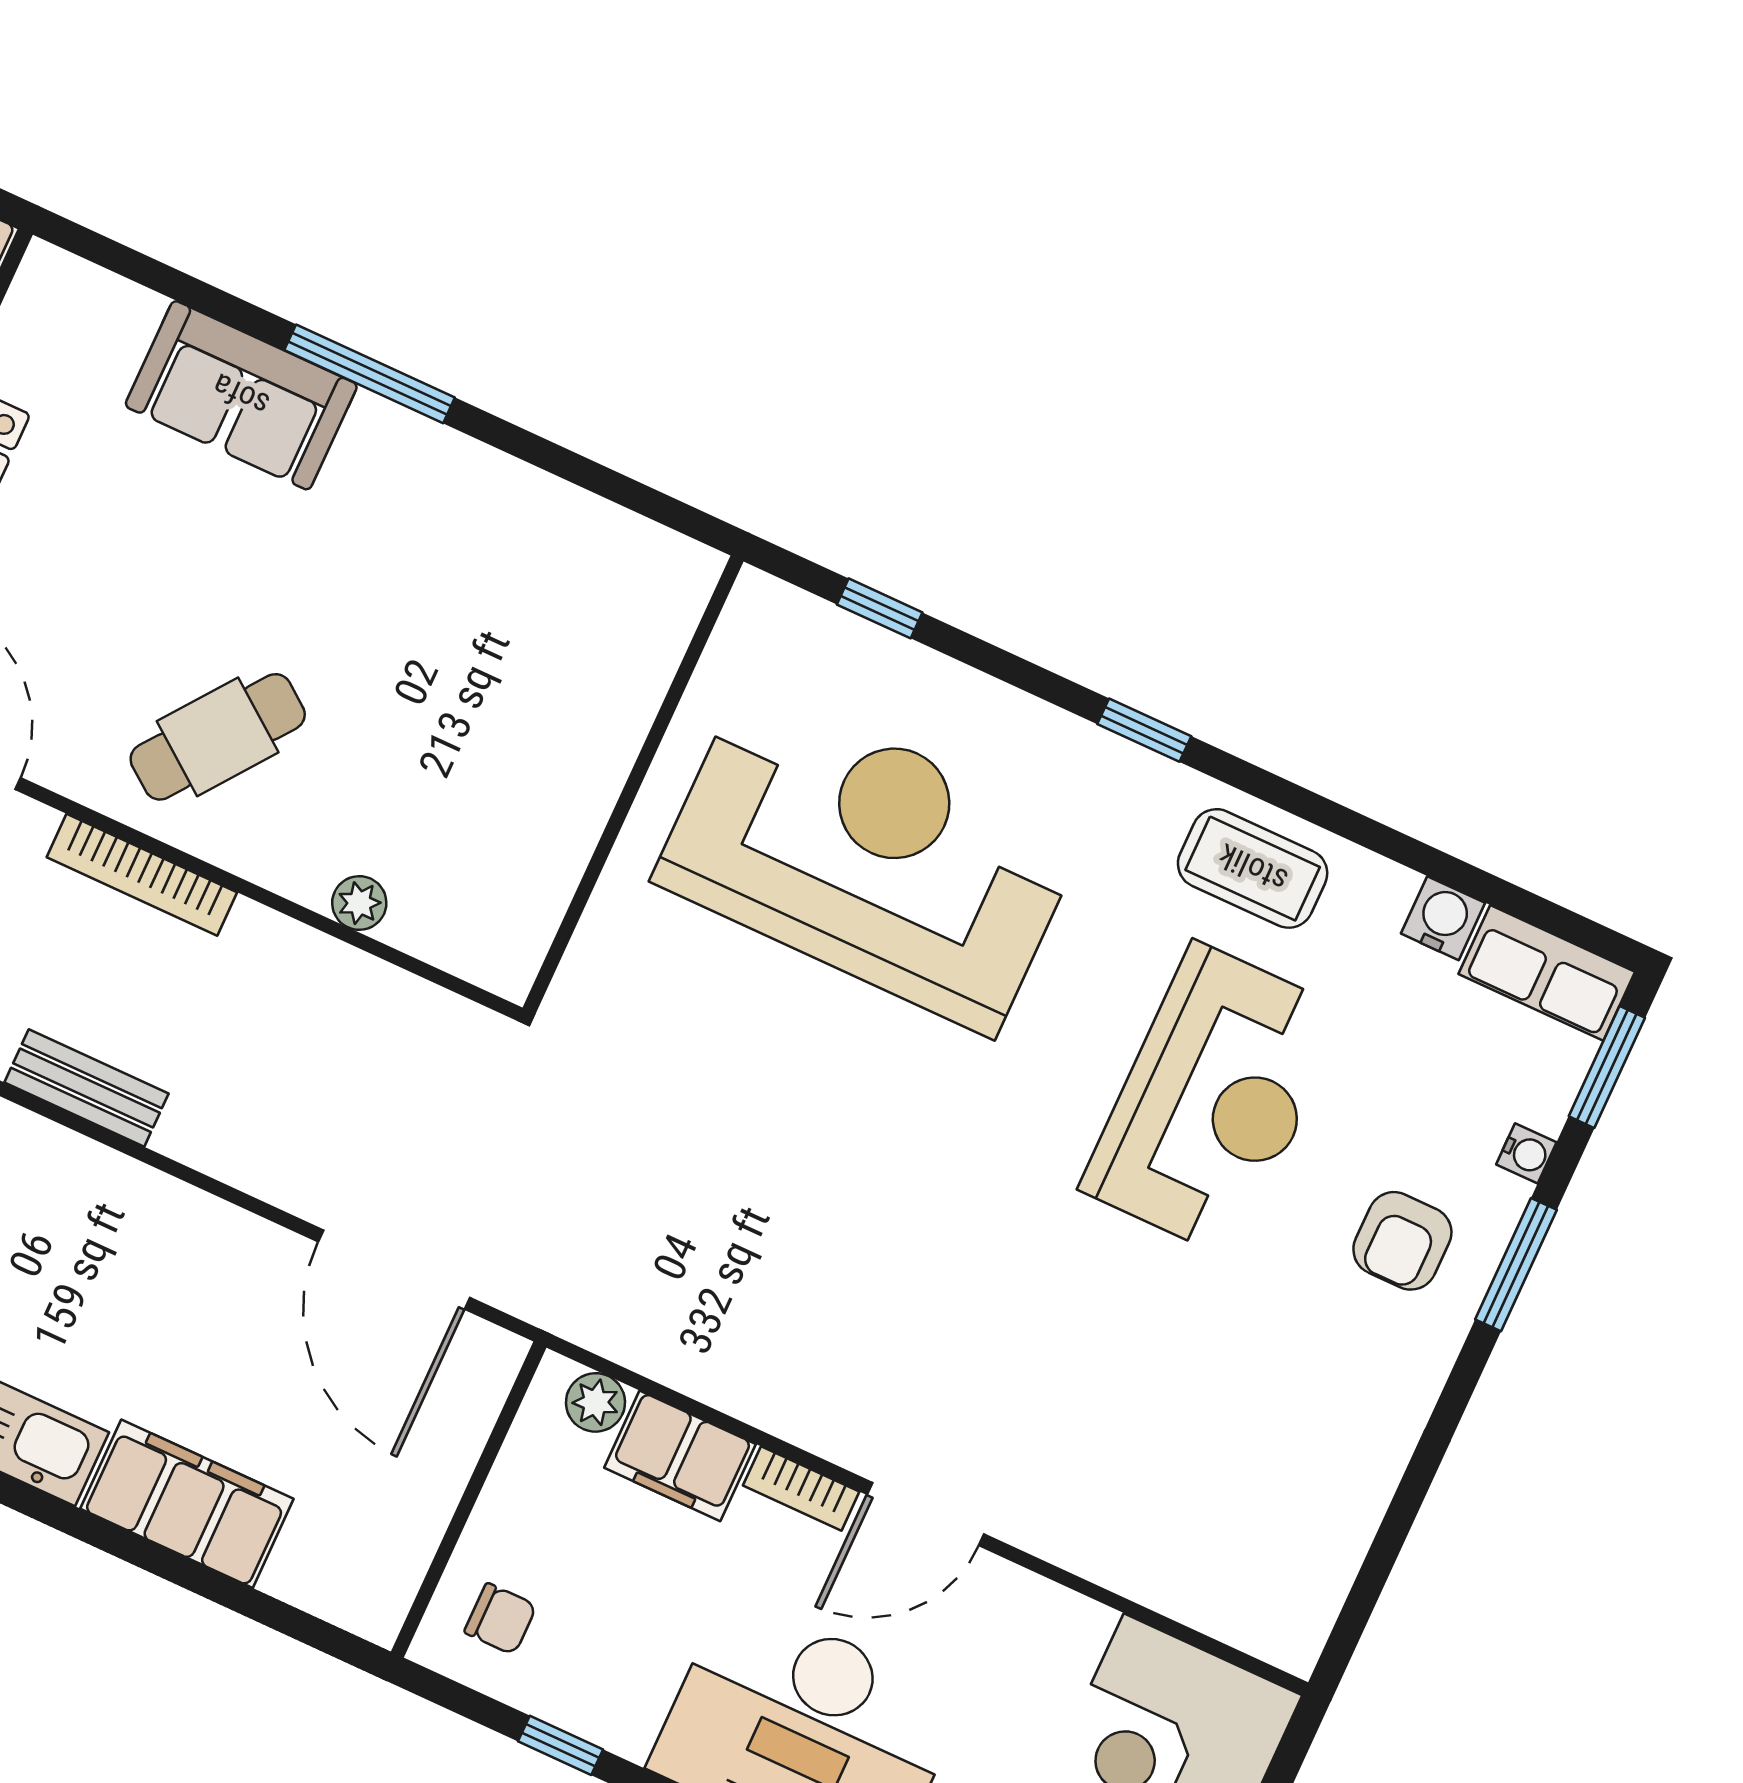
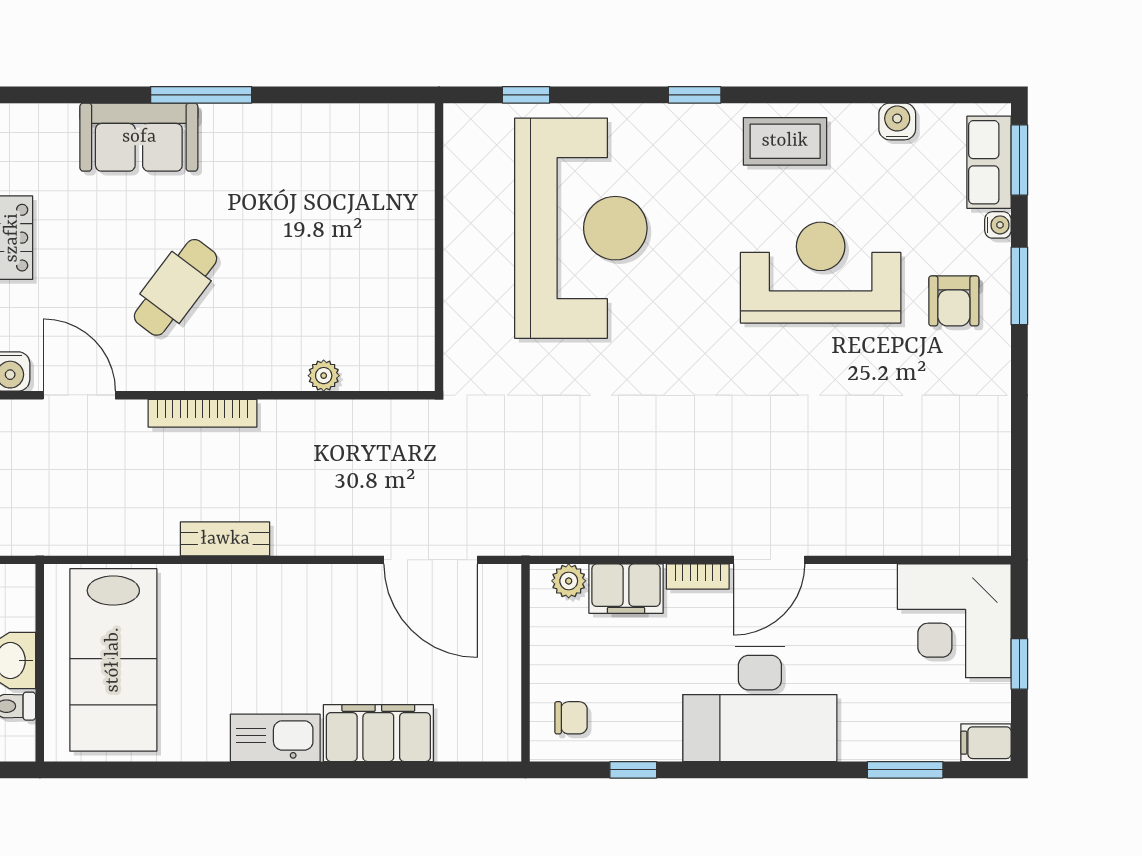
cafe table: (218, 737) -> (176, 287), moved
reception desk: (869, 857) -> (581, 228), turned 90
row of seats: (1547, 973) -> (989, 162), moved, turned 90
reception desk: (1214, 1100) -> (821, 273), turned -90

